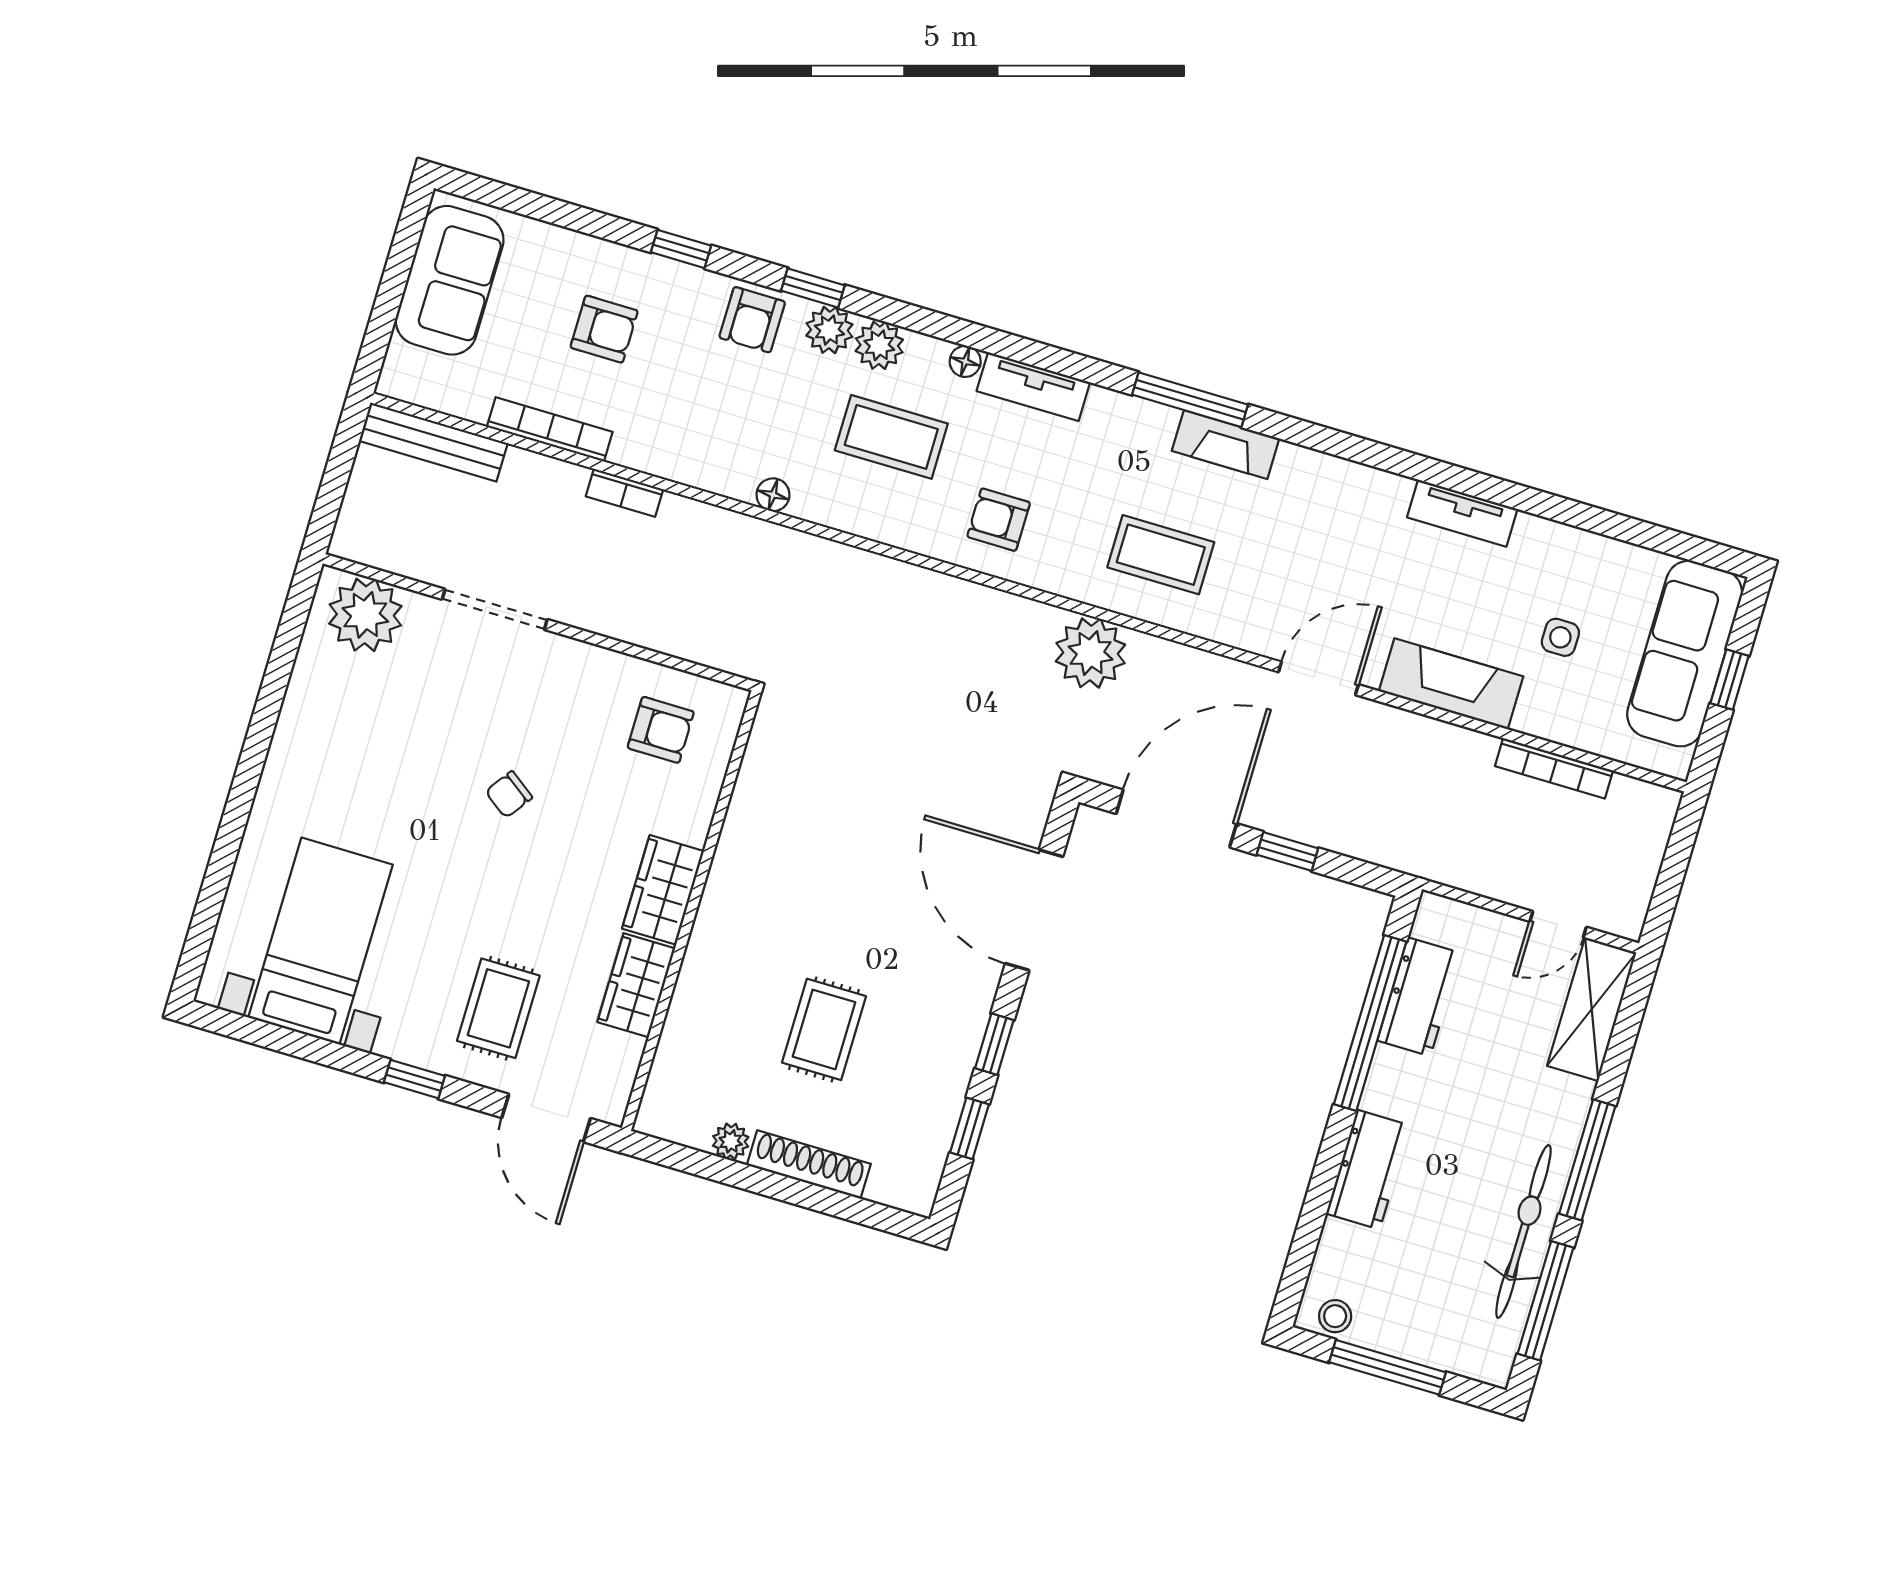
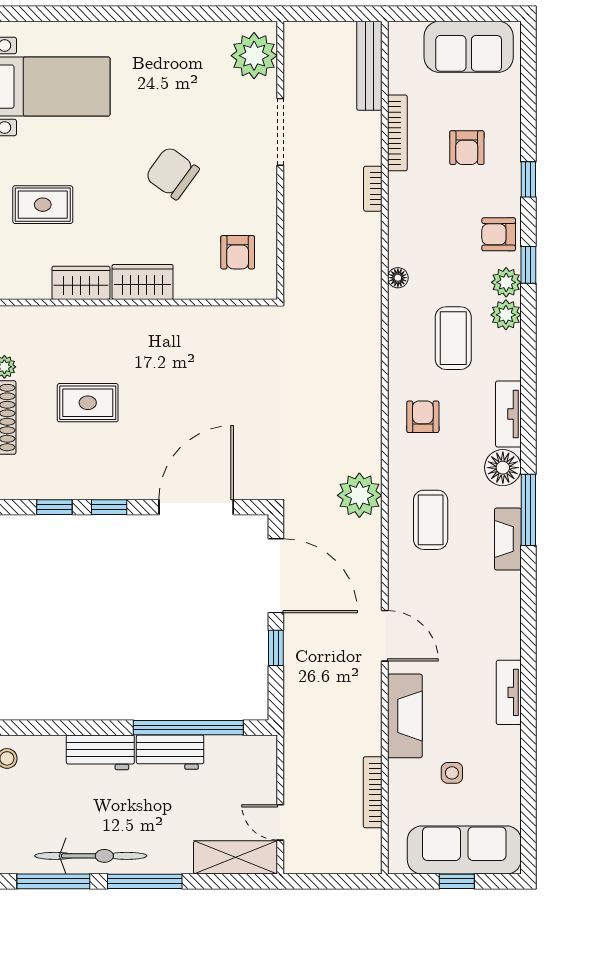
floor lamp: (965, 361) -> (503, 468), moved, width x1.89, depth x1.89
chair: (509, 794) -> (172, 173), width x1.87, depth x1.87
workbench: (1419, 997) -> (170, 752), moved

